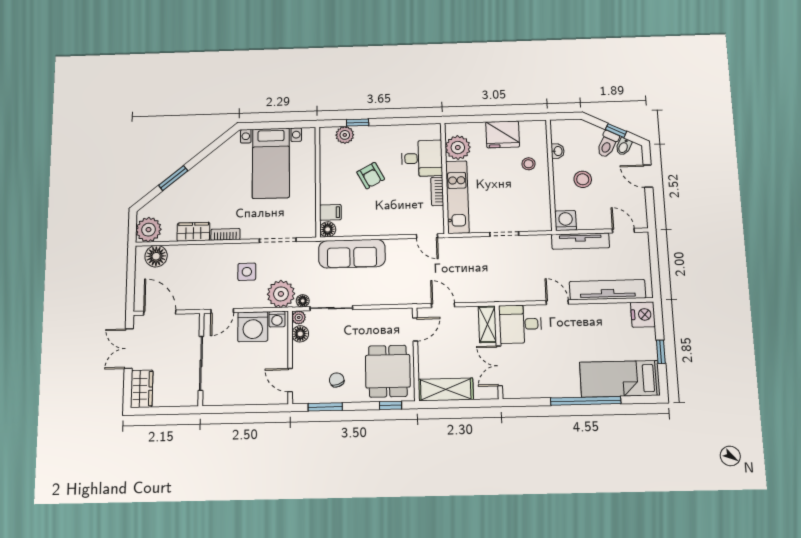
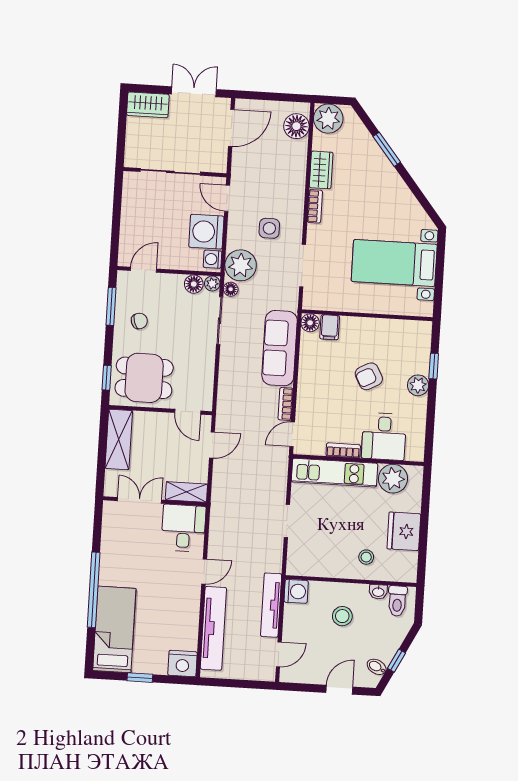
plant: (345, 135) -> (418, 385), moved
toilet: (607, 144) -> (397, 601), moved, turned -117
bookcase: (401, 244) -> (286, 404), added

